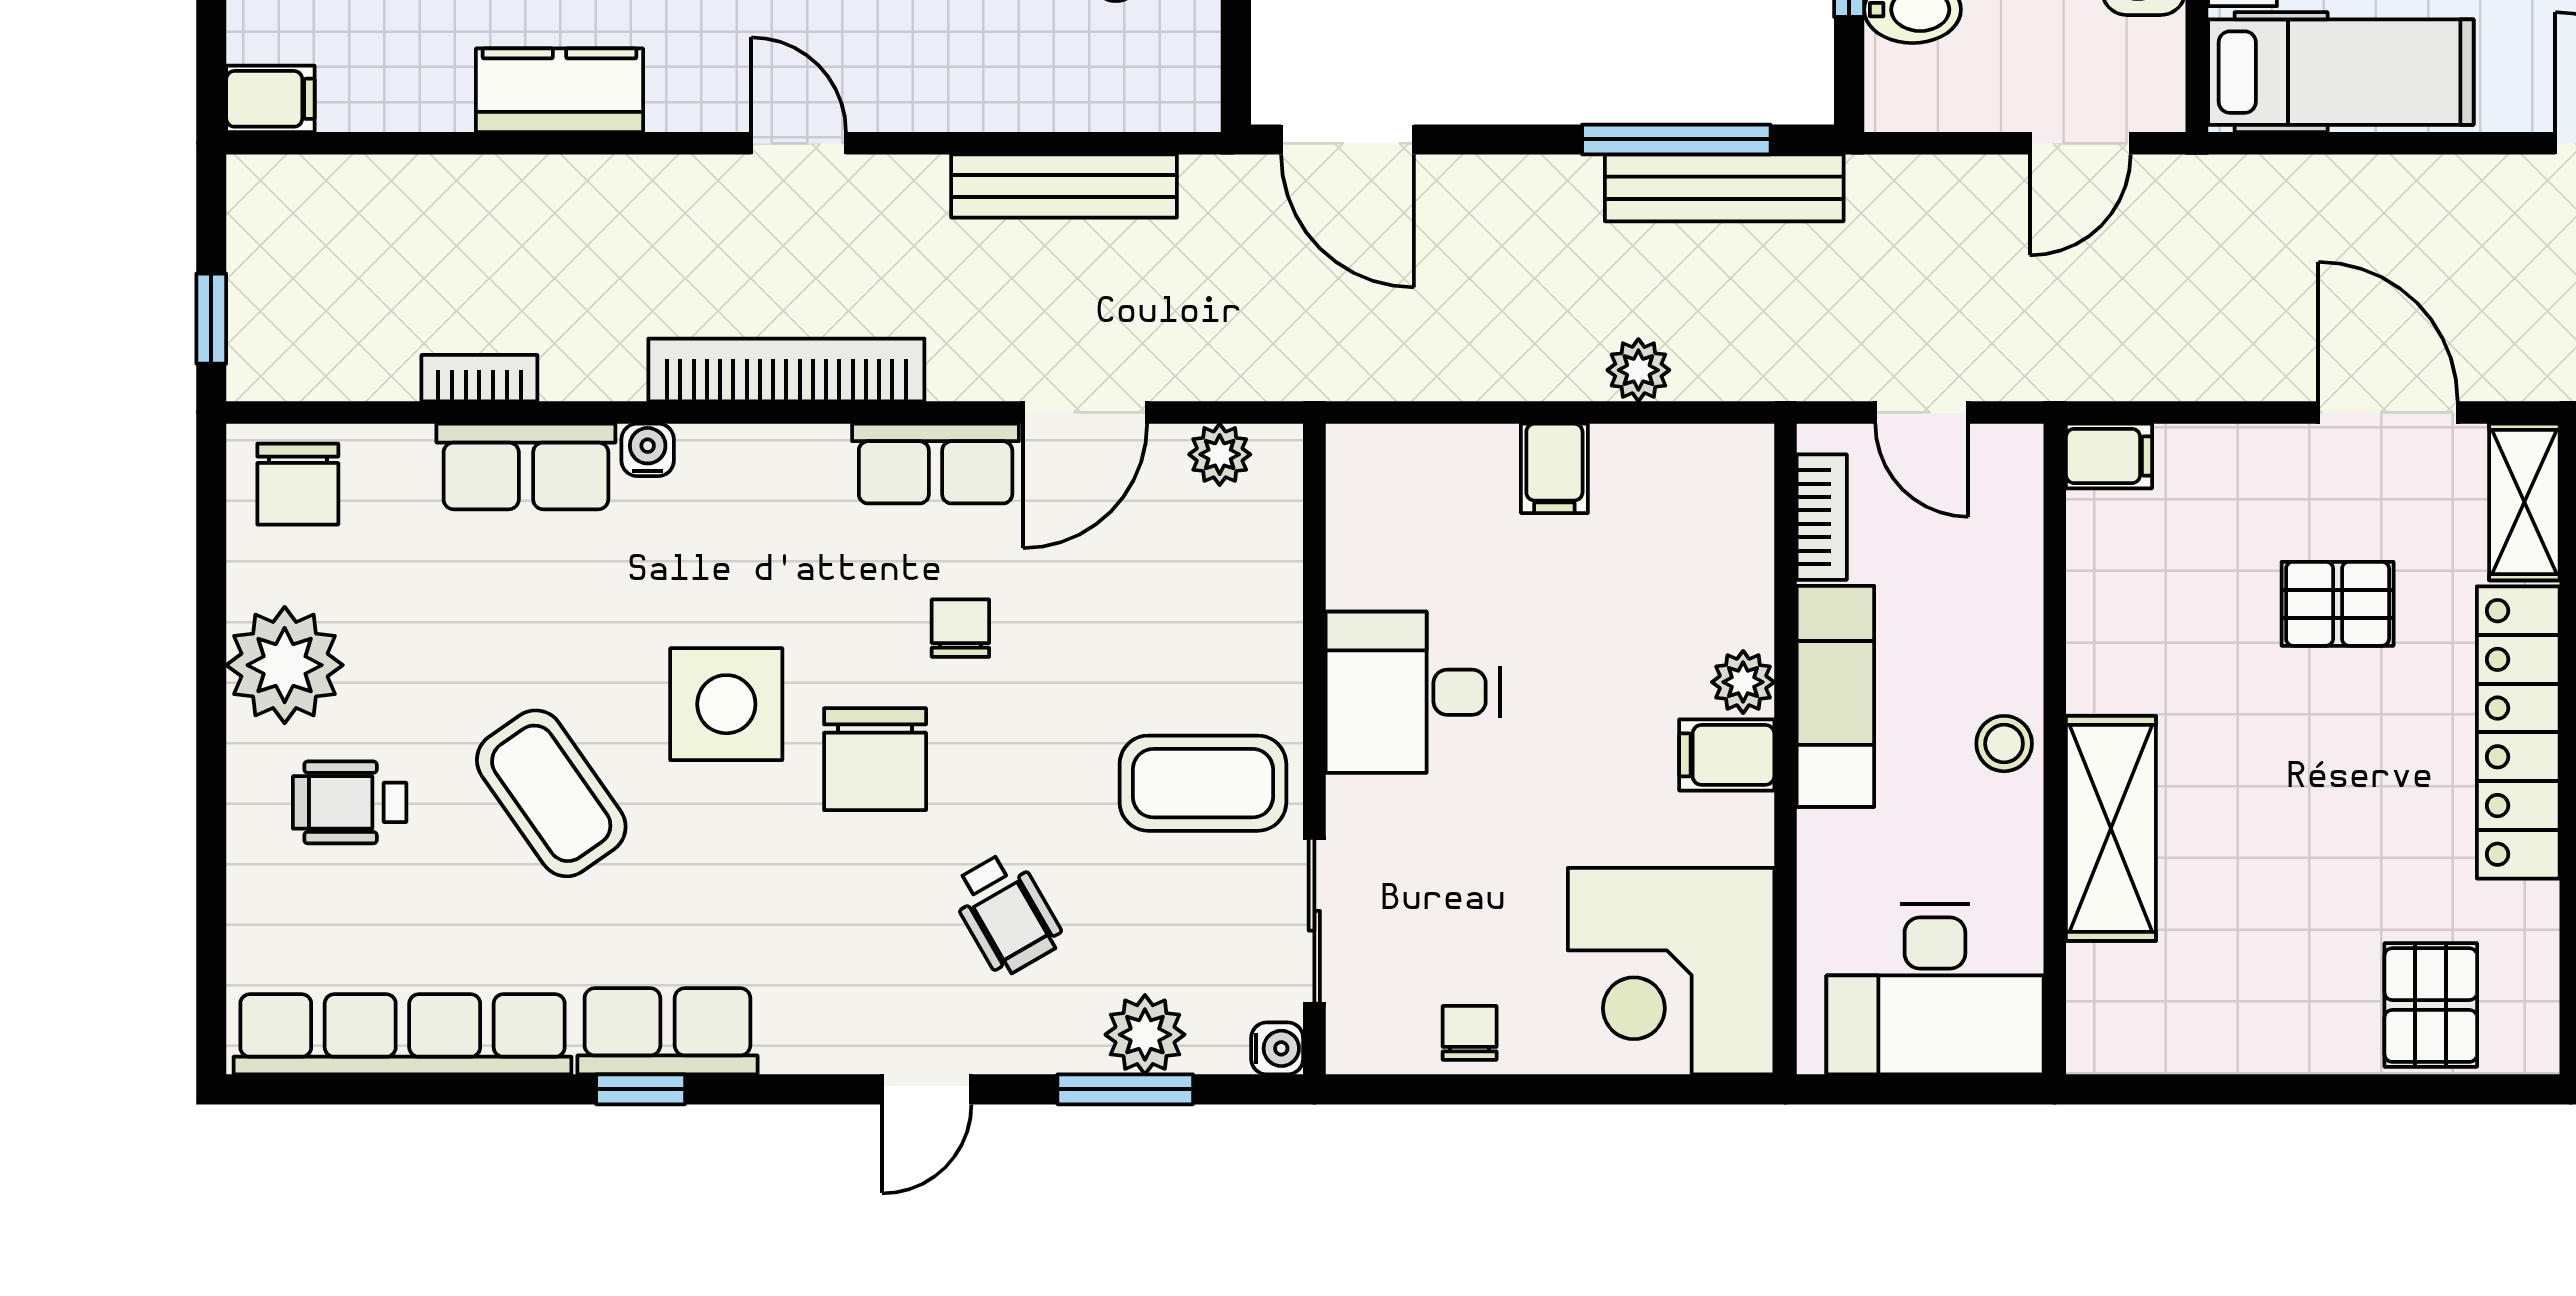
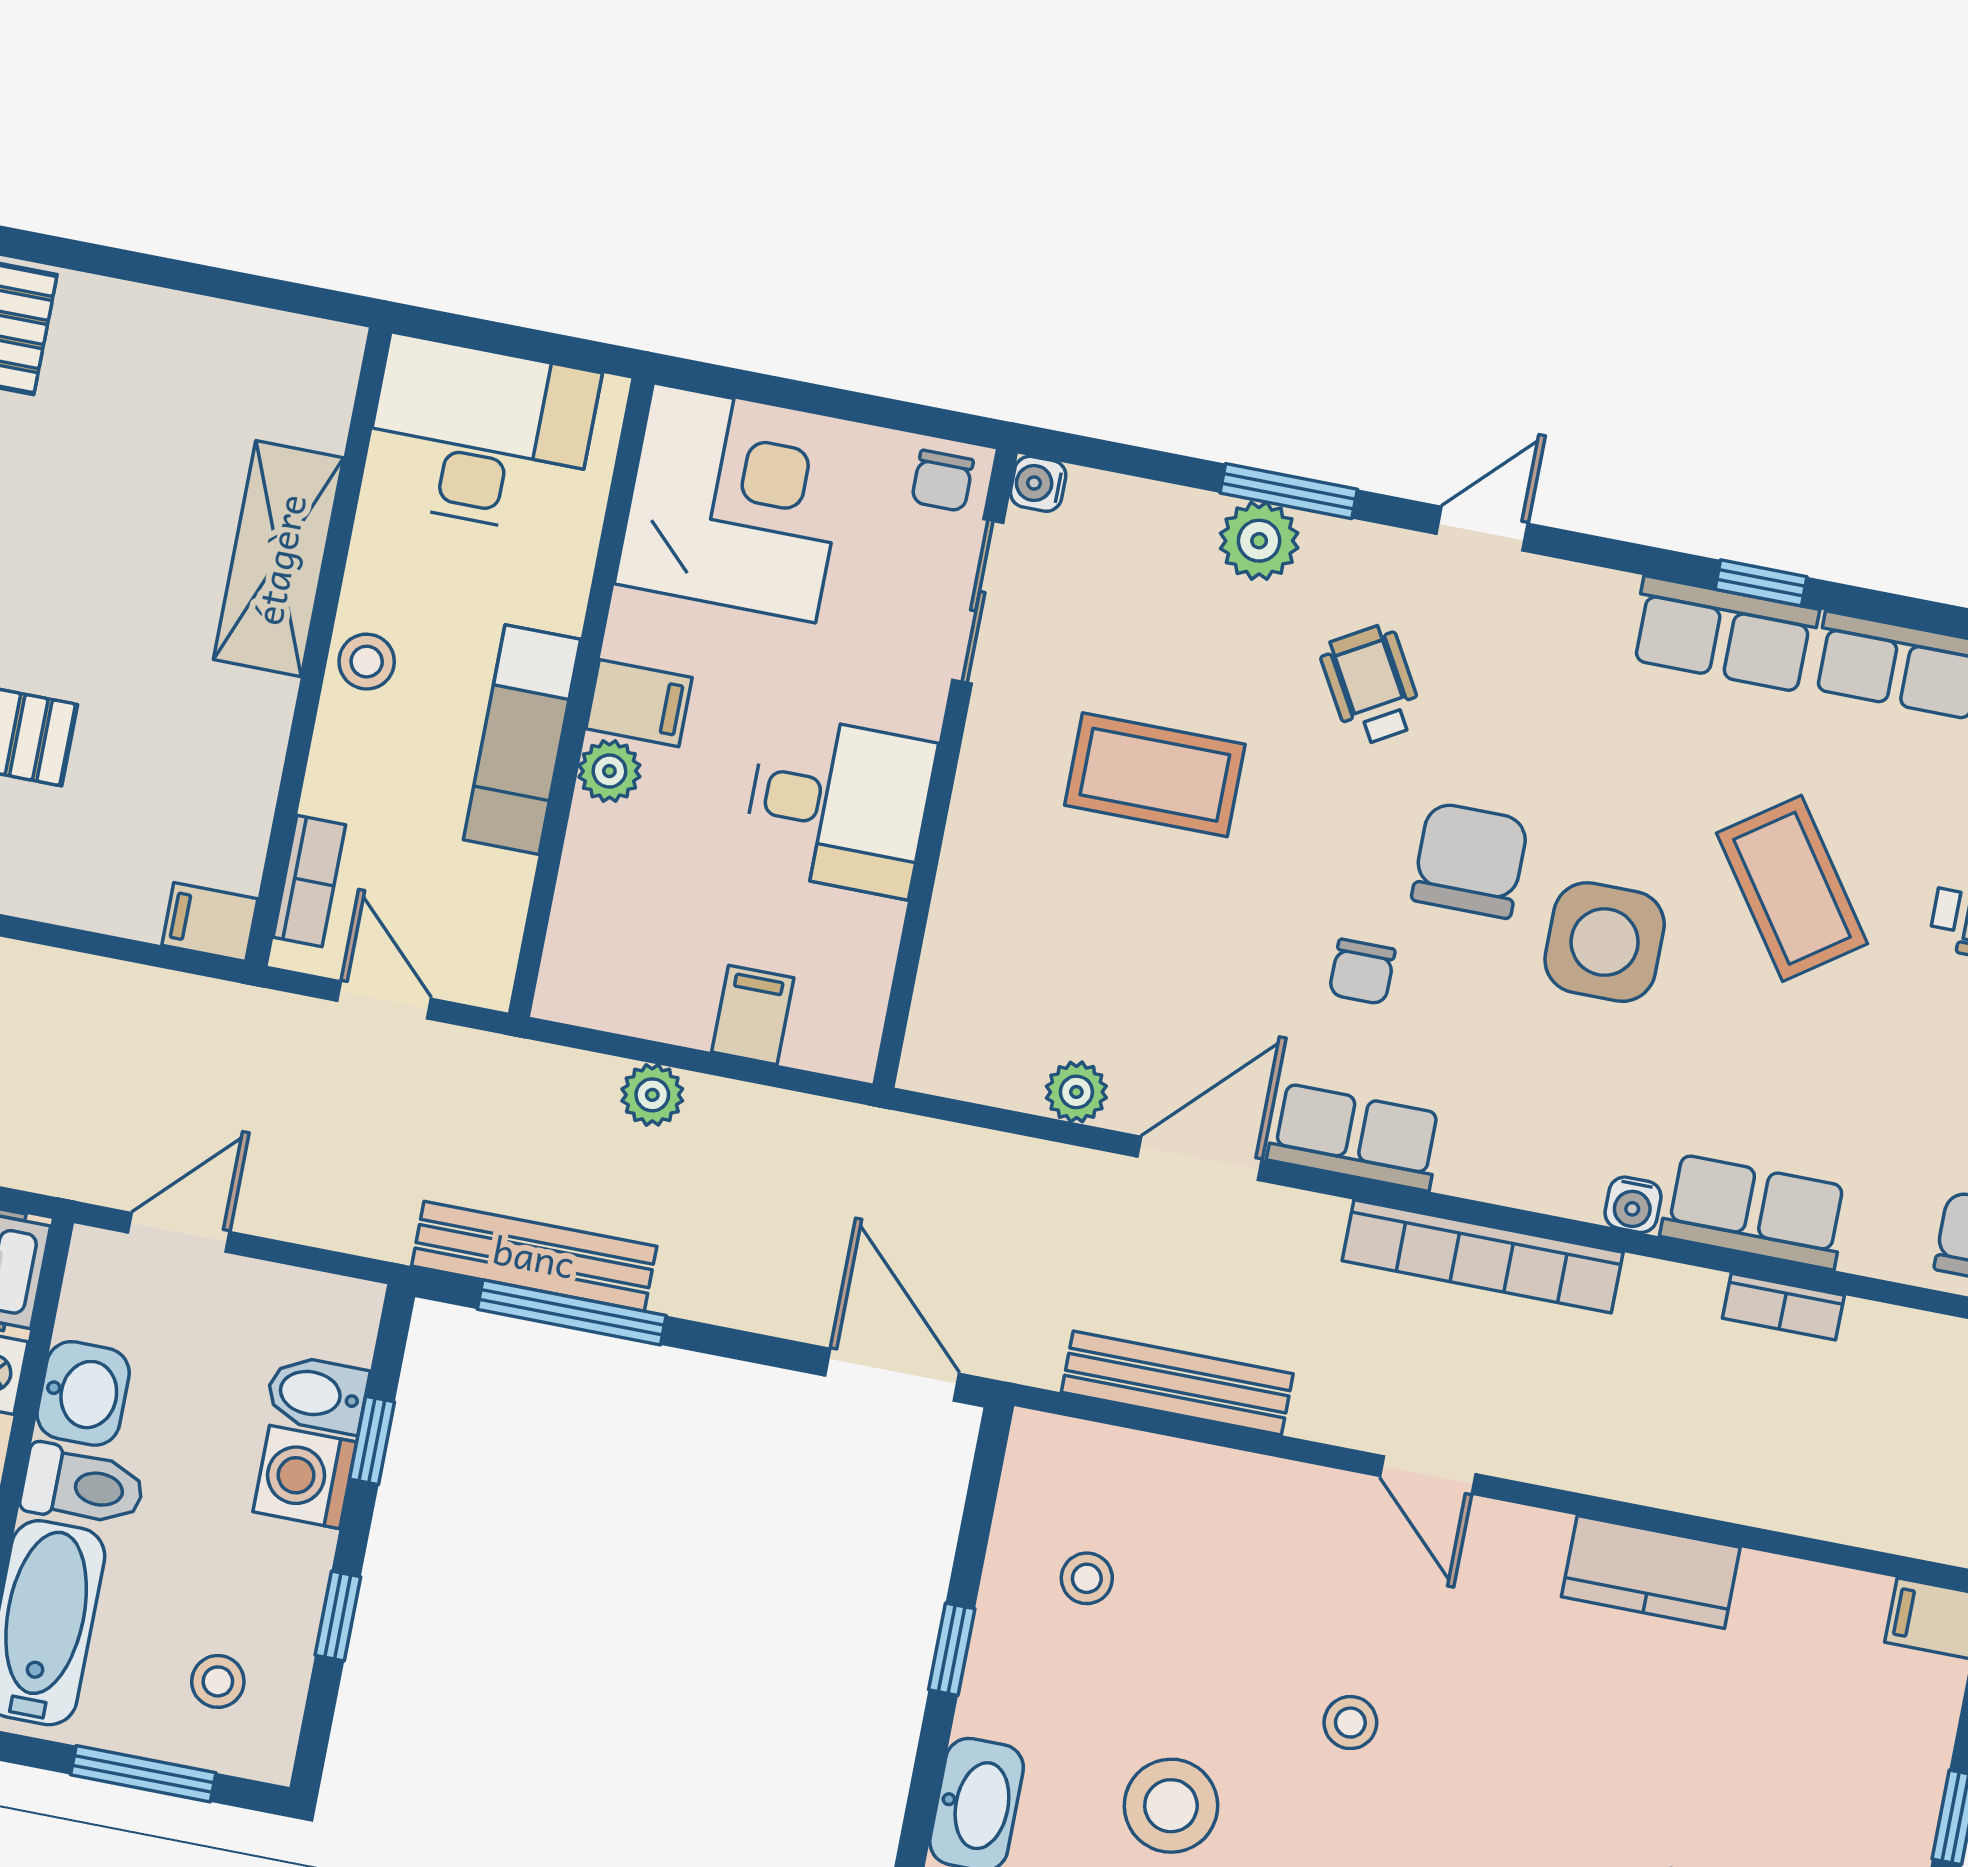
bookcase: (1822, 517) -> (309, 881), moved, turned 180
desk: (1413, 692) -> (839, 805), moved
wall: (1314, 749) -> (945, 769), moved
sliding door: (1314, 921) -> (978, 601), moved
water cooler: (1277, 1048) -> (1038, 484), moved

